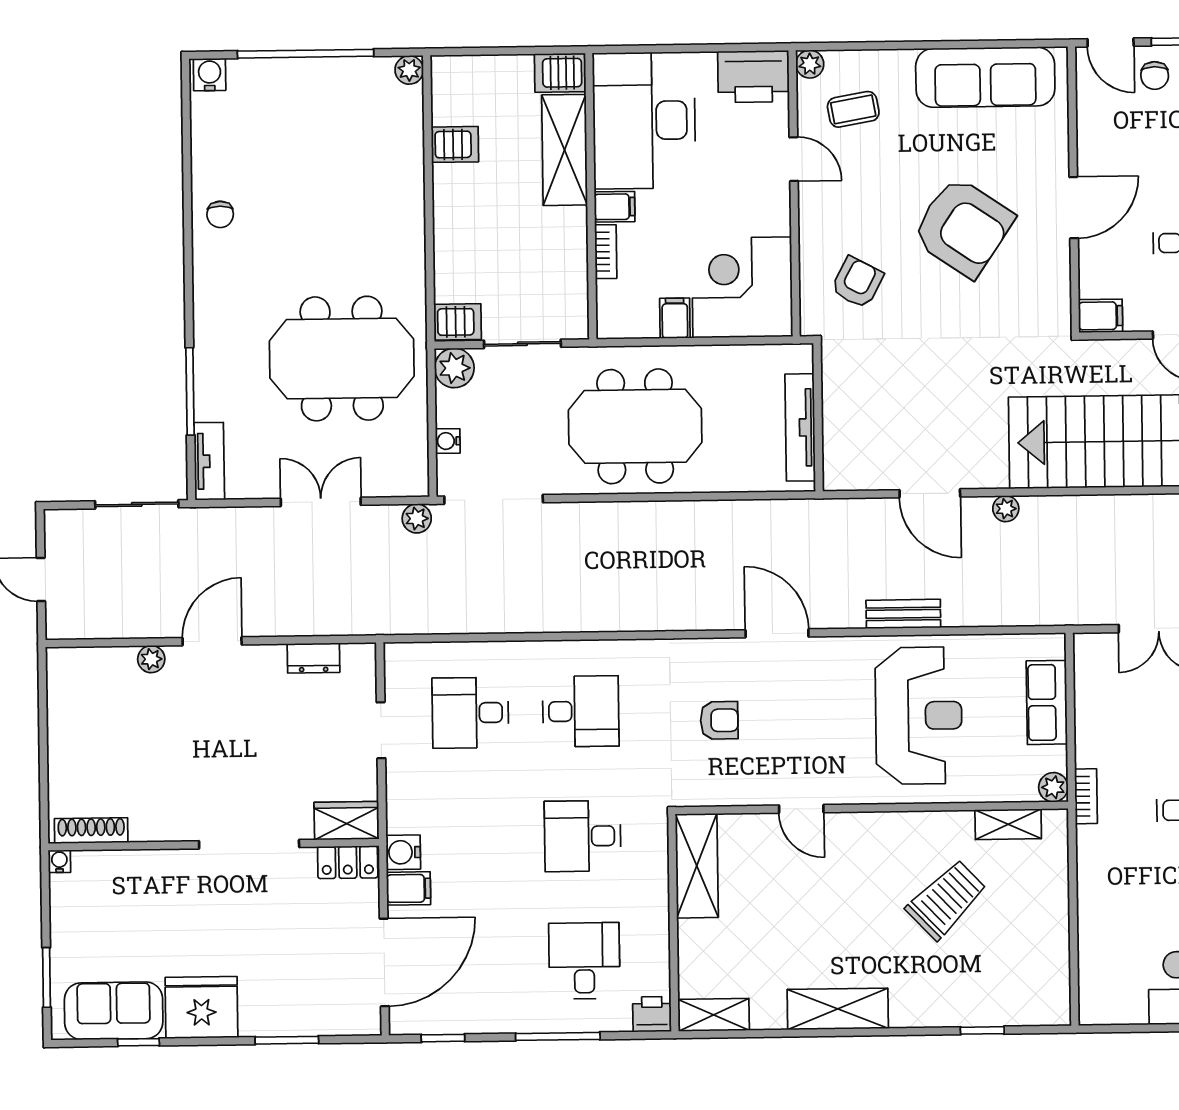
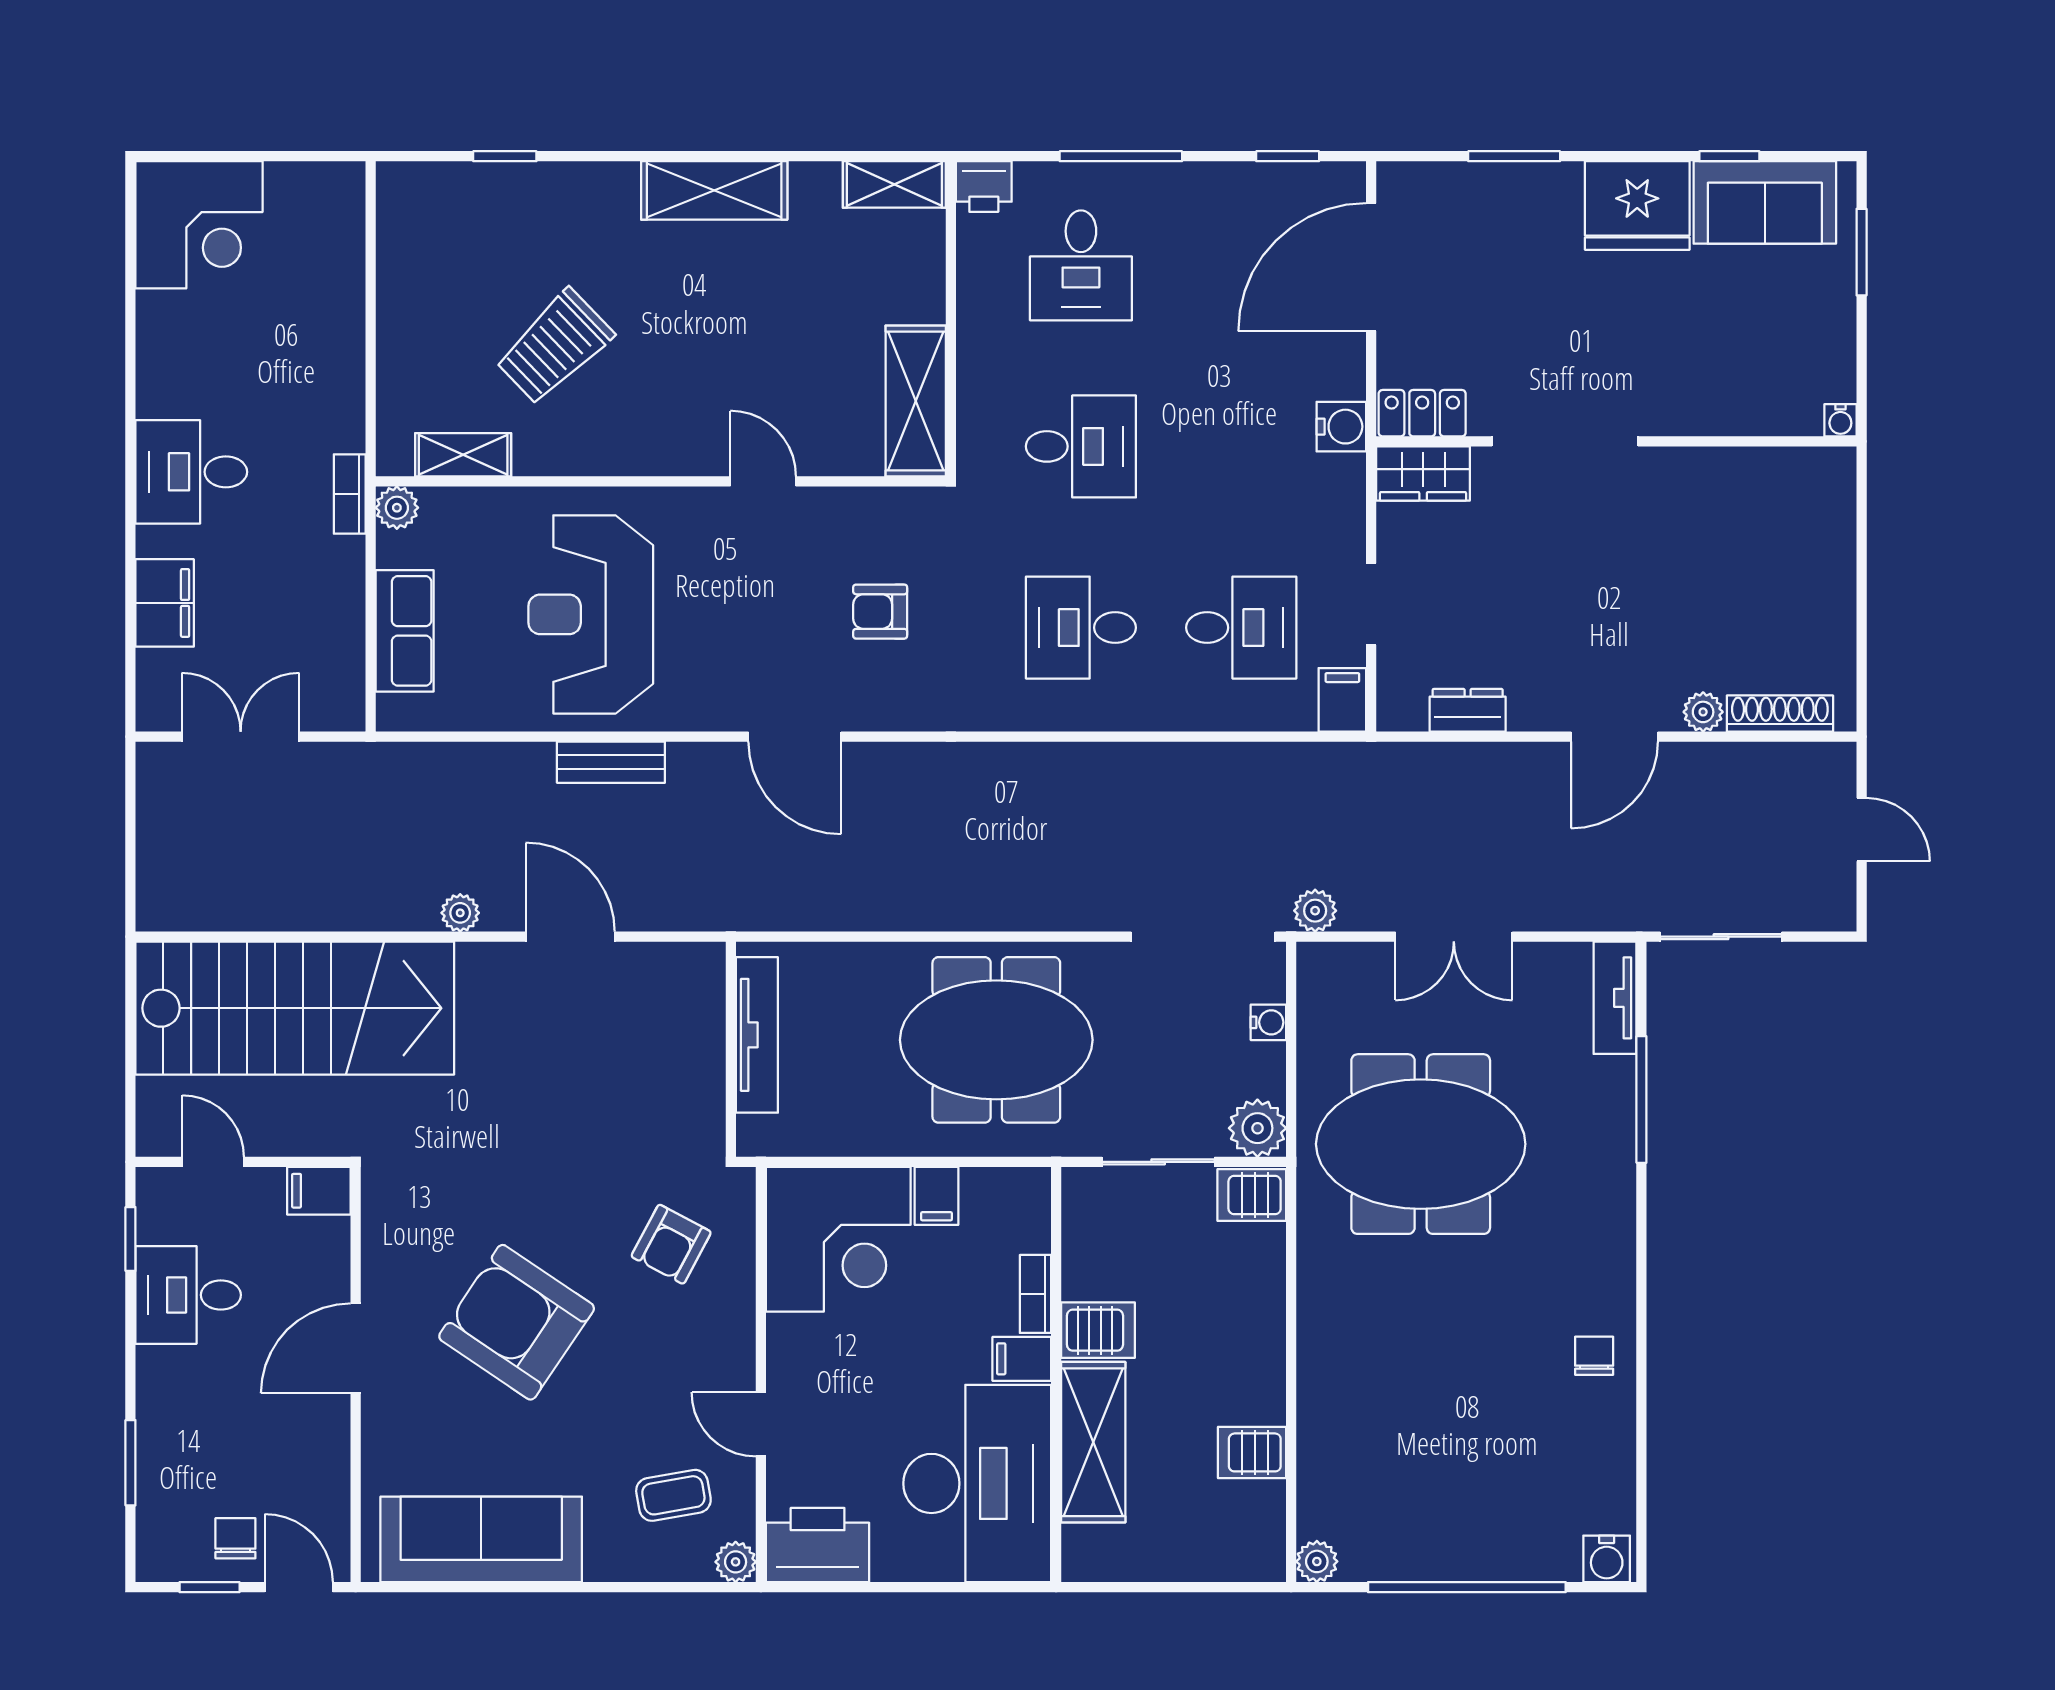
server rack: (560, 73) -> (1098, 1330), moved
shoe rack: (91, 830) -> (1780, 714), moved, turned 180
filing cabinet: (409, 888) -> (1342, 700), moved, turned 90

